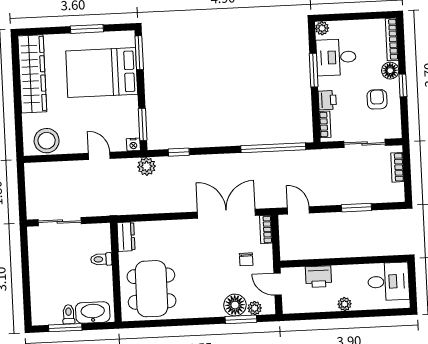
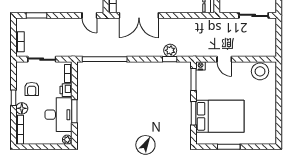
window: (139, 53) -> (194, 113), moved
desk: (336, 57) -> (58, 115), width x1.37
wardrobe: (32, 74) -> (268, 118), removed
plant: (147, 166) -> (170, 50), moved
window: (356, 208) -> (36, 15), moved

